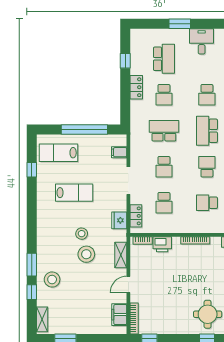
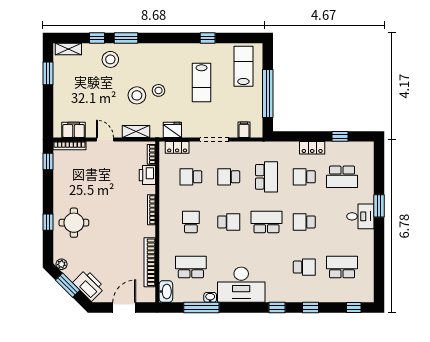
window: (180, 24) -> (379, 206), moved
window: (32, 170) -> (208, 38), moved

